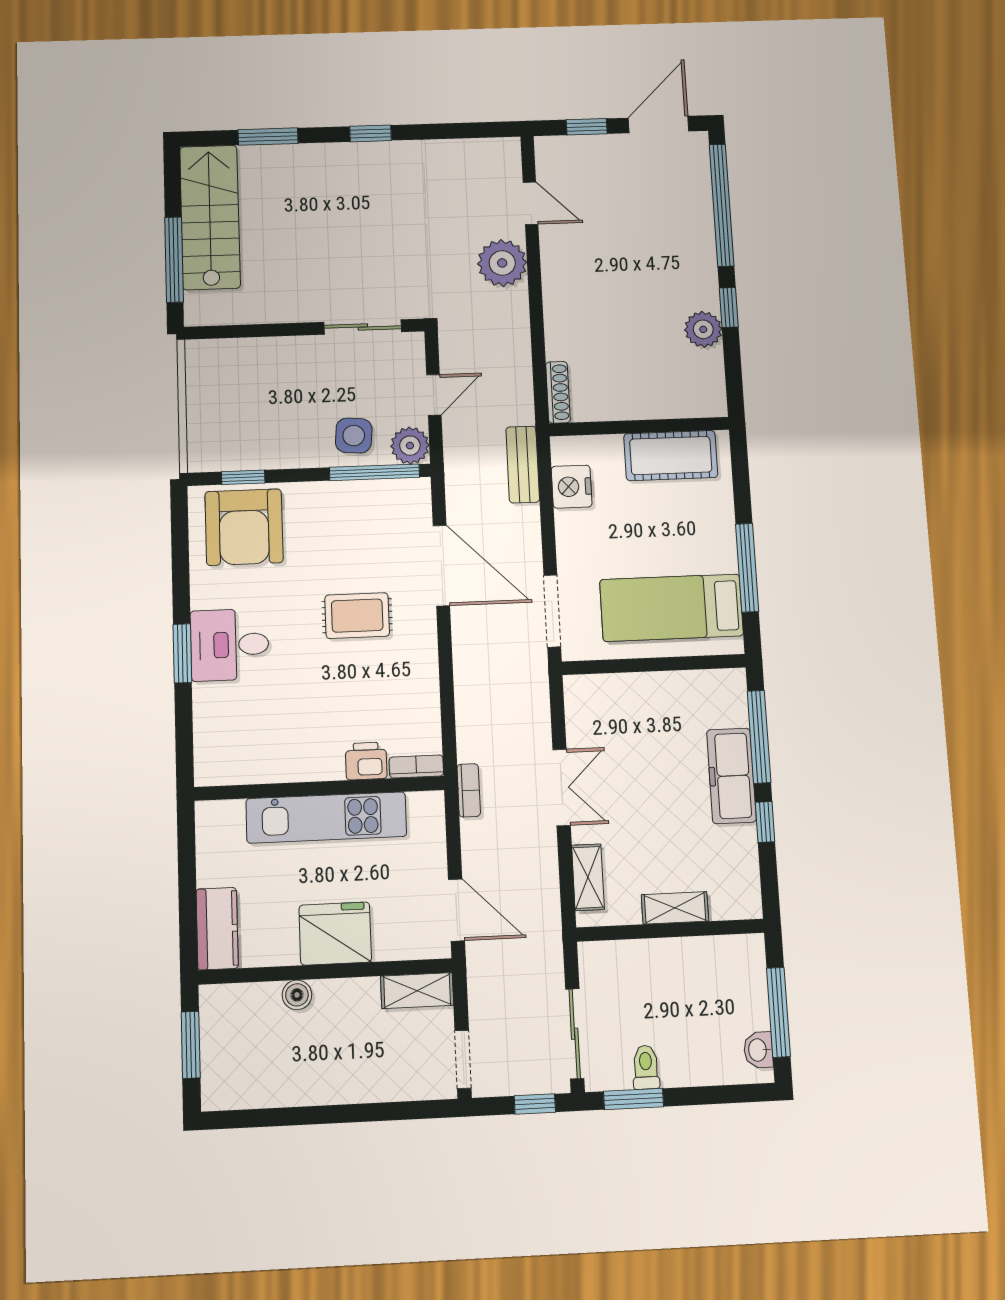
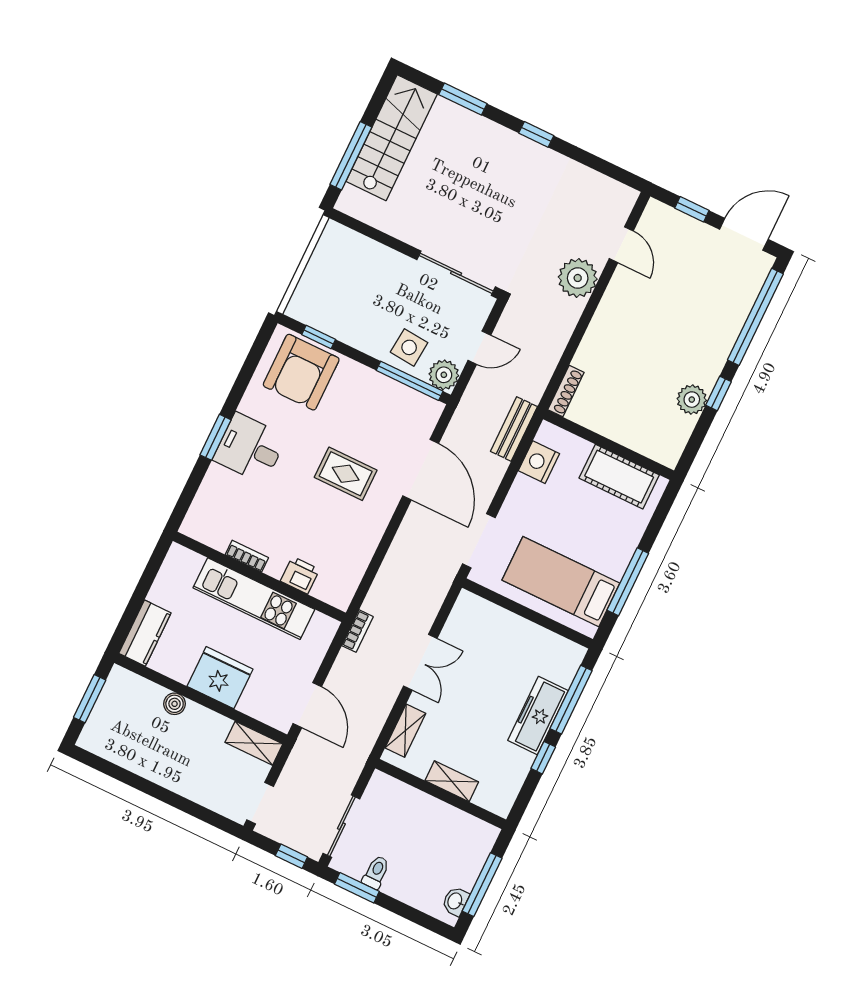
sliding door: (363, 327) -> (456, 273), width x1.37
bookcase: (416, 767) -> (247, 556), moved

